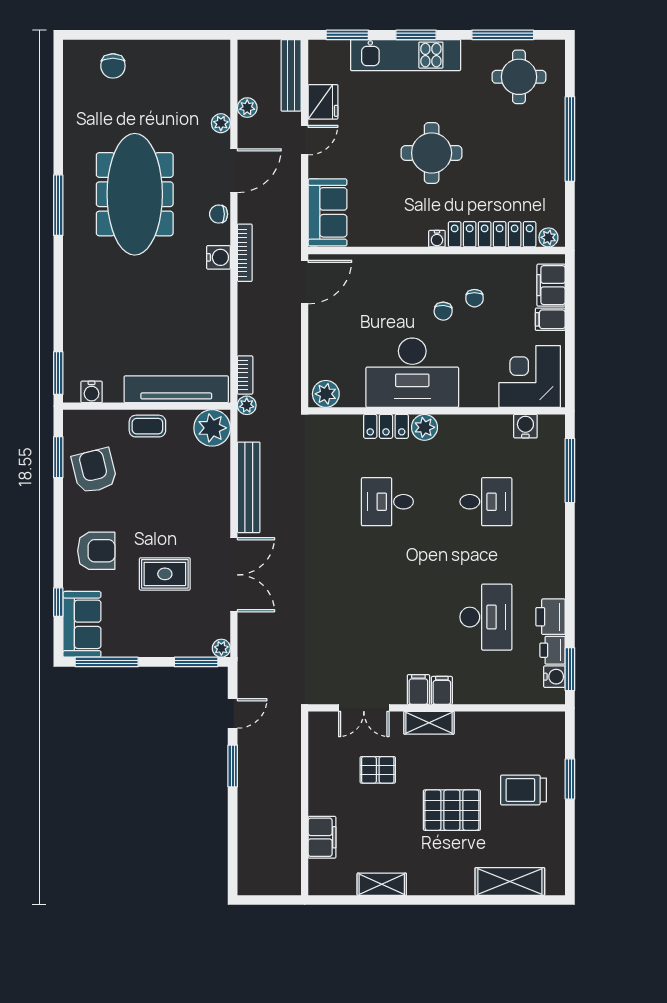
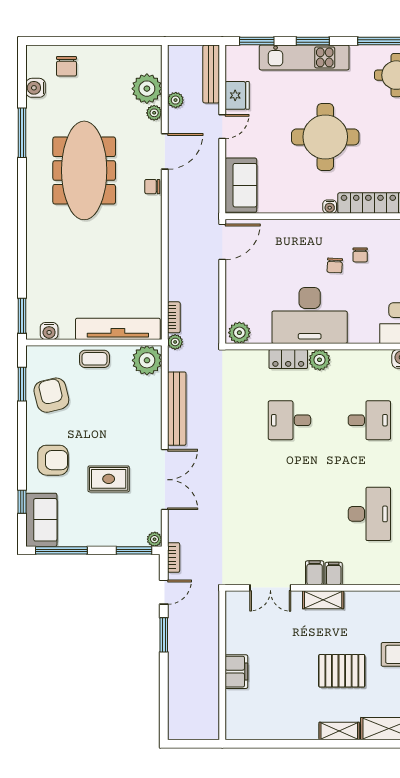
plant: (212, 93) -> (147, 89), added
round table: (432, 153) -> (325, 137), width x1.36, depth x1.36
window: (58, 205) -> (22, 133), moved
bookcase: (245, 253) -> (174, 557), moved, width x0.64
water cooler: (219, 257) -> (35, 88), moved, turned 180
pallet: (378, 770) -> (282, 638), removed
filing cabinet: (322, 837) -> (236, 672), moved
shelving: (382, 884) -> (339, 731), moved

